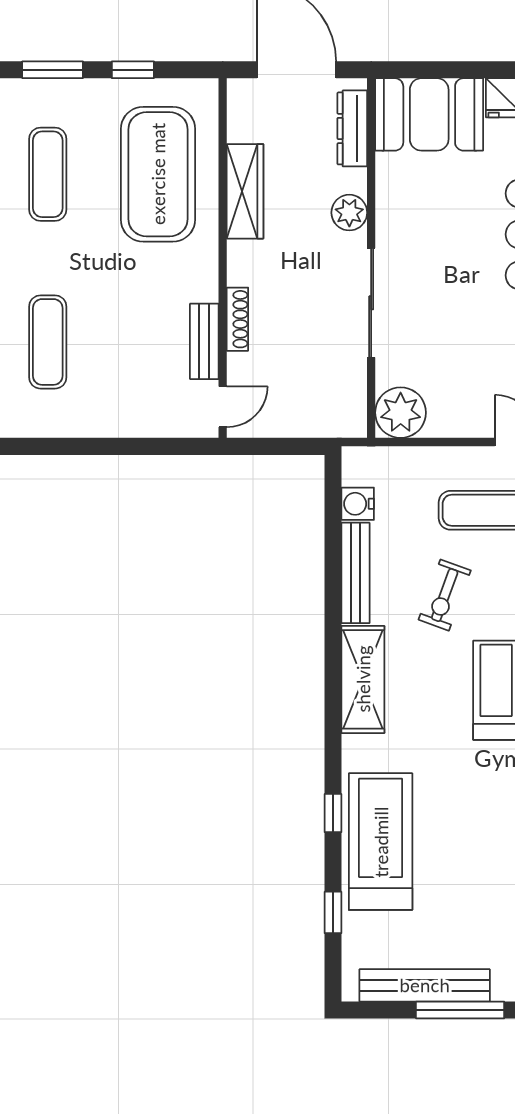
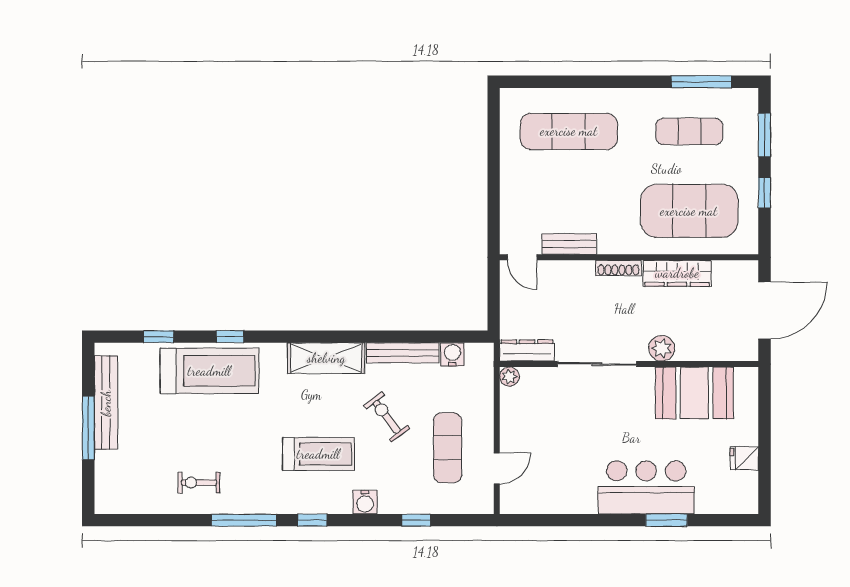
booth: (429, 114) -> (694, 393), moved, turned 90
dresser: (352, 128) -> (527, 350), moved
shoe rack: (237, 319) -> (618, 268), moved
exercise mat: (48, 342) -> (569, 131), width x1.36, depth x1.45
plant: (401, 413) -> (509, 377), width x0.53, depth x0.53
exercise bike: (445, 595) -> (387, 417), turned 33

